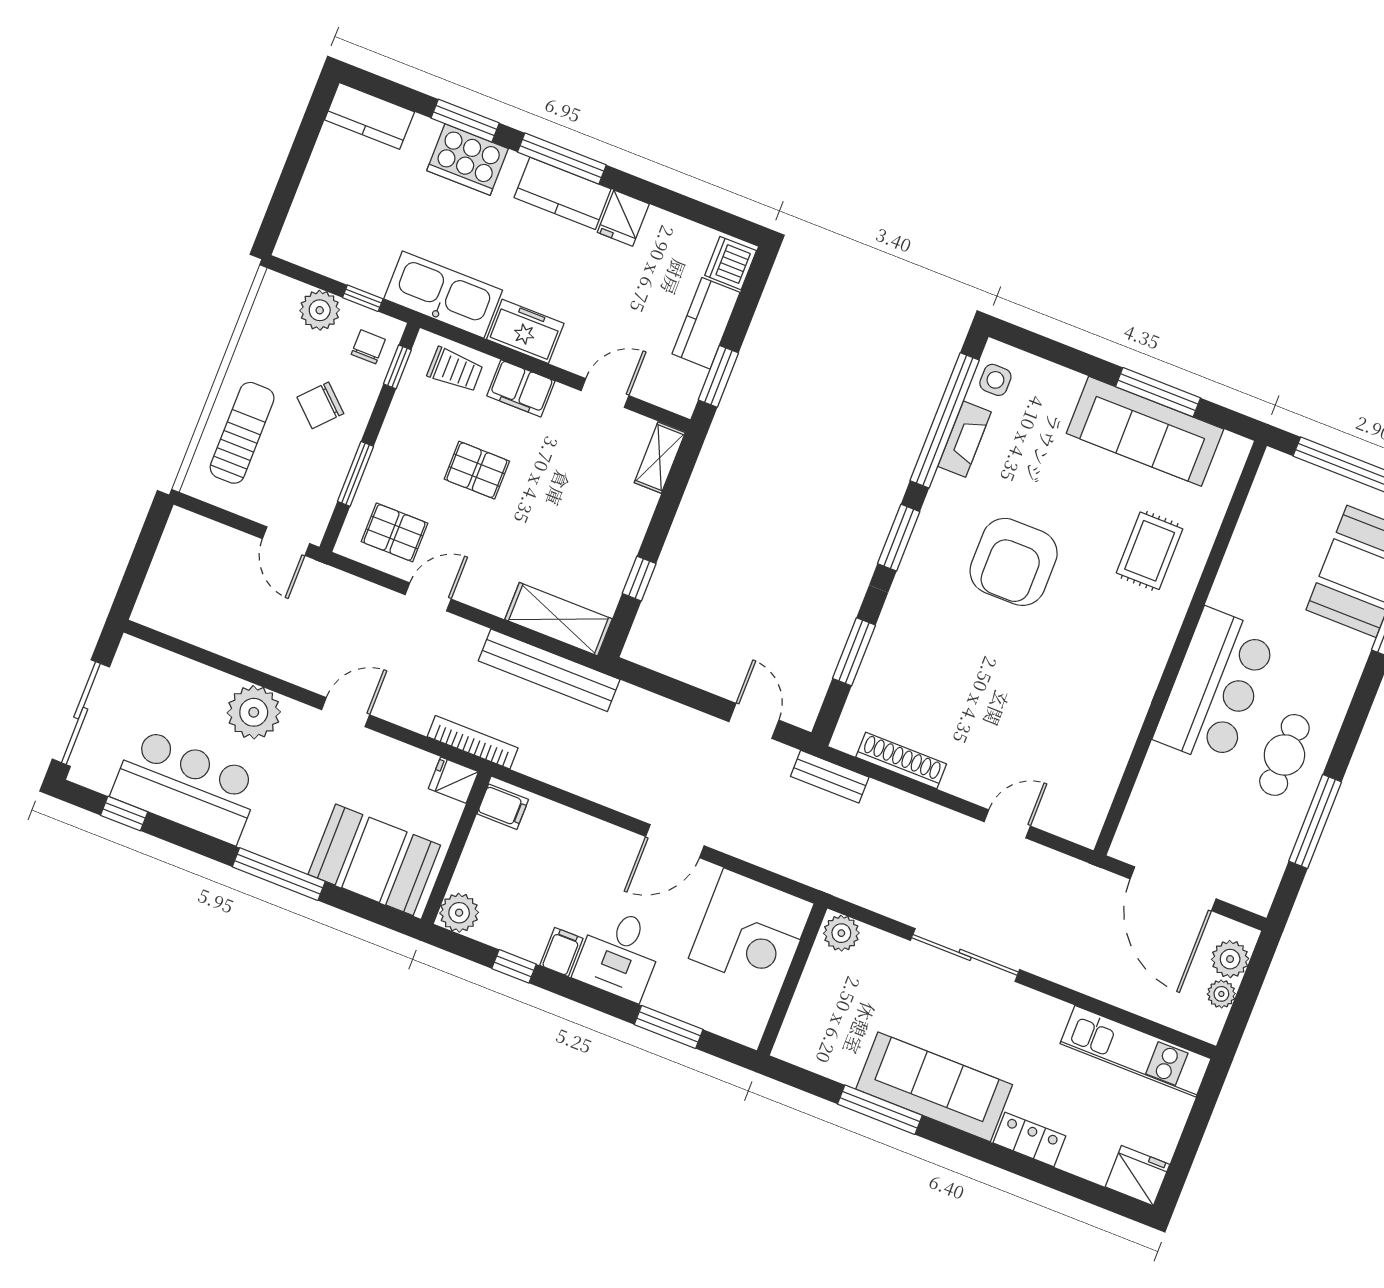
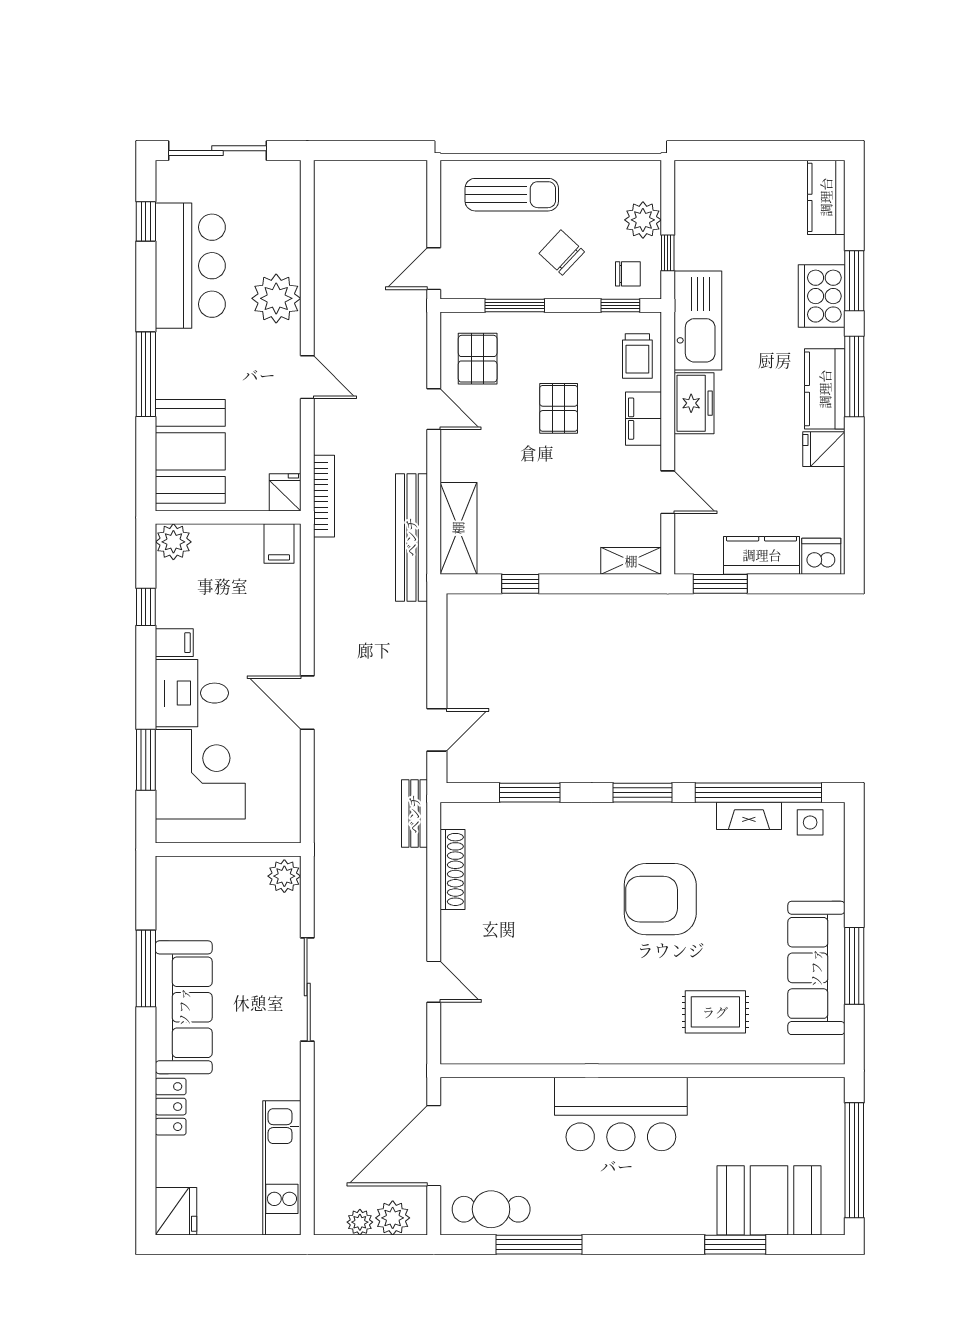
cafe table: (1284, 755) -> (491, 1209), moved
corner desk: (751, 931) -> (200, 774), moved, turned 180

